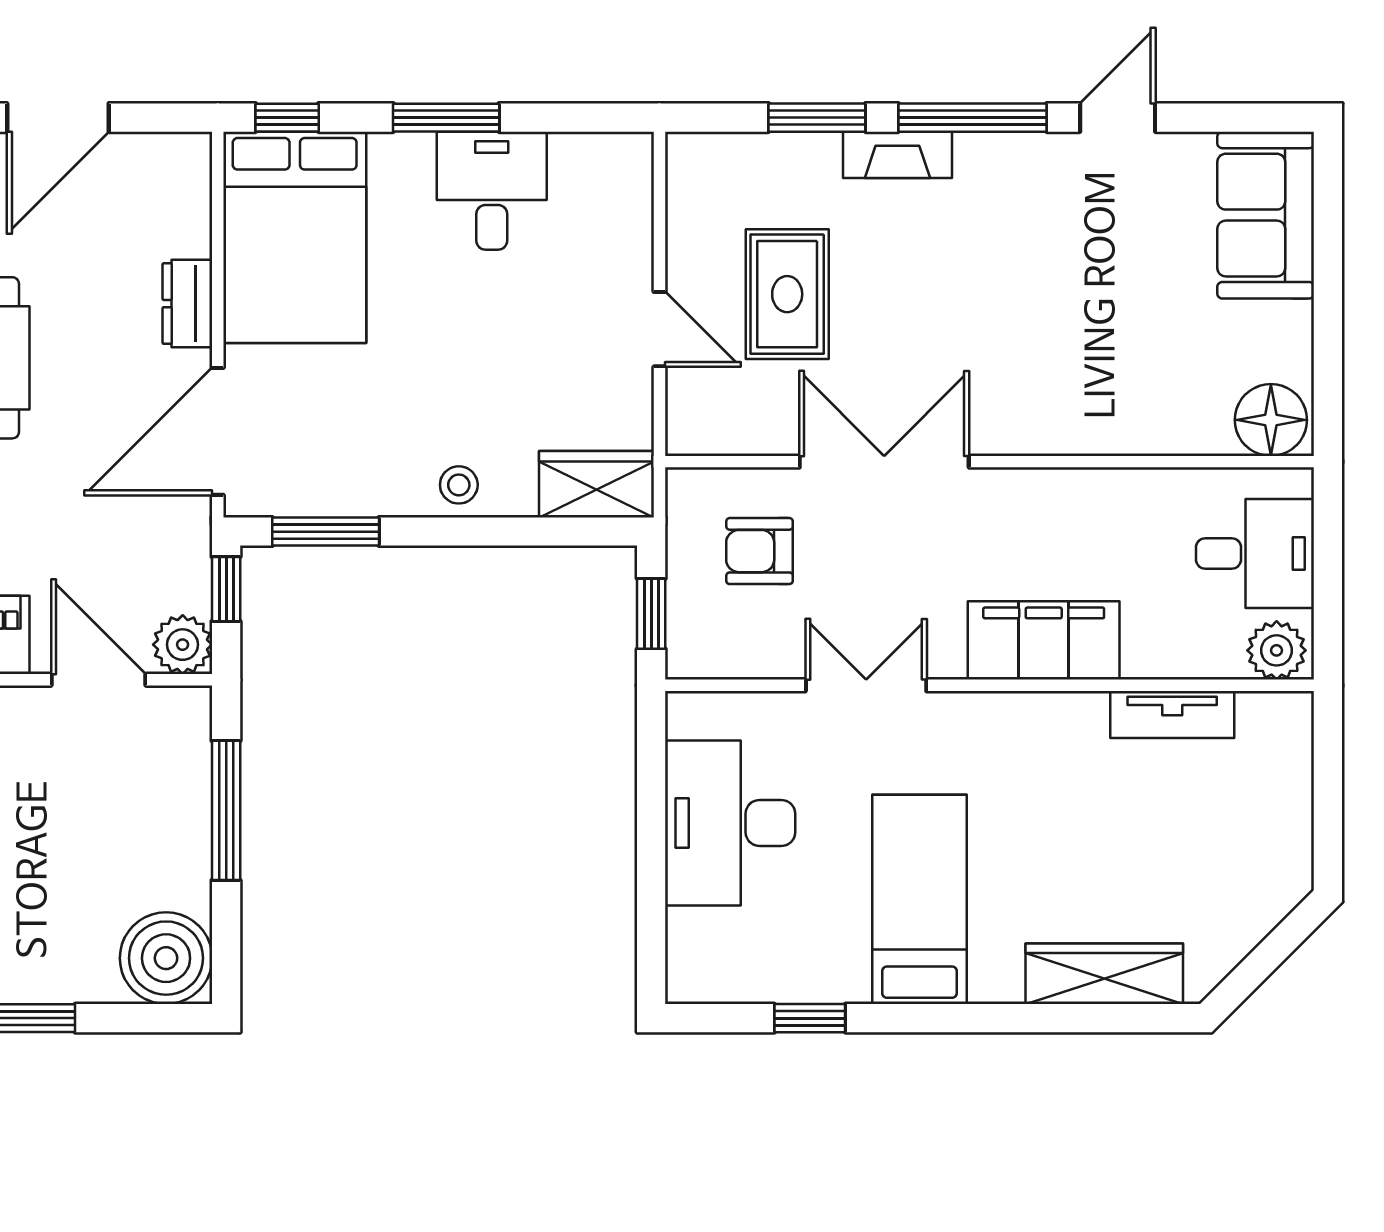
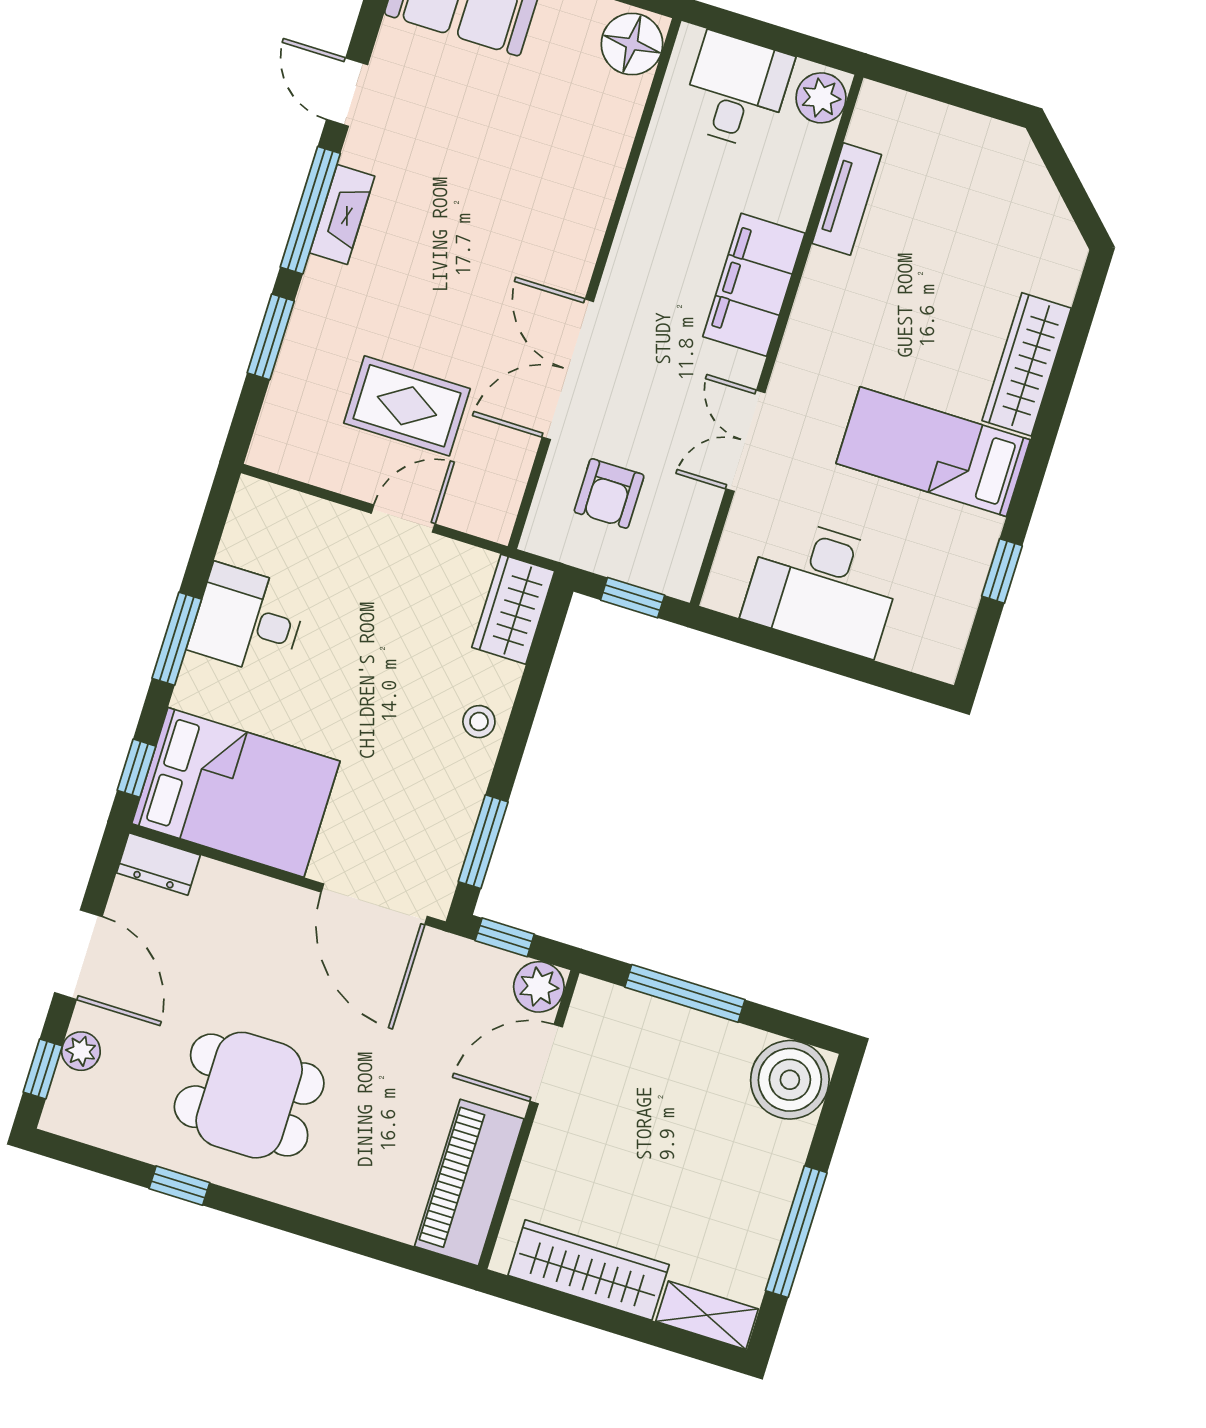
fireplace: (897, 155) -> (342, 214), moved
dresser: (187, 304) -> (158, 864), moved
wardrobe: (1104, 974) -> (1027, 364), moved

